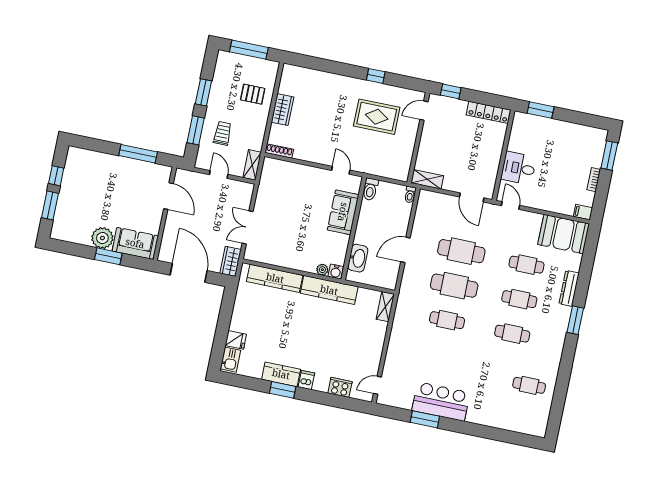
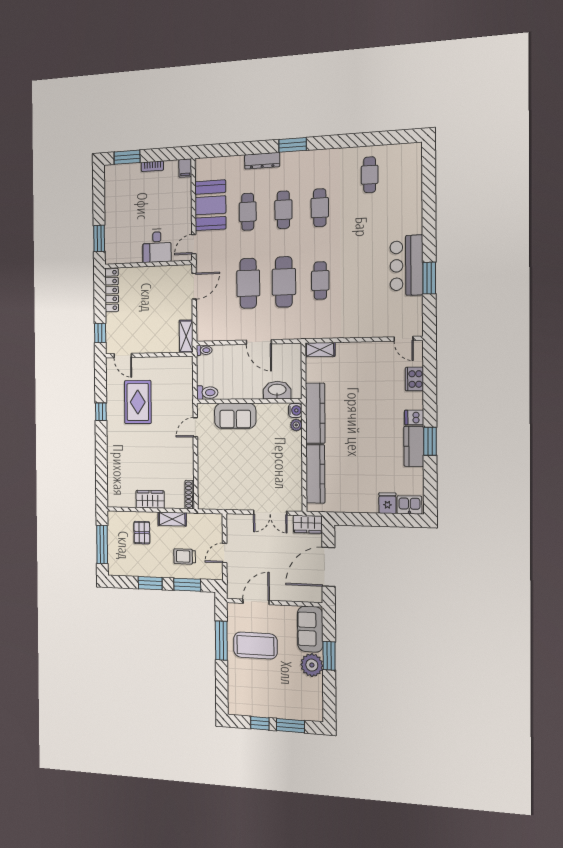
shelving: (252, 165) -> (172, 519), moved
coffee table: (128, 187) -> (255, 646), added
booth: (564, 234) -> (210, 205), moved

